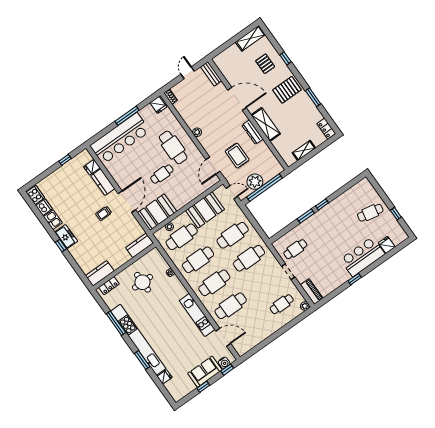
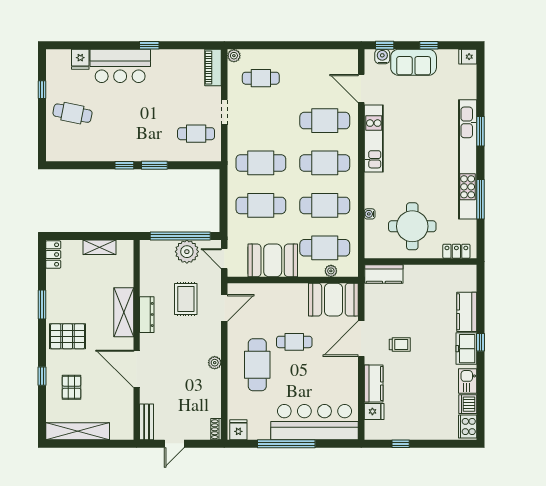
shelving: (250, 38) -> (78, 431), width x1.47
window: (127, 116) -> (286, 444), width x1.46
kitchen counter: (100, 273) -> (467, 312), moved, turned 90
round table: (142, 282) -> (412, 226), width x1.36, depth x1.36
fridge: (165, 377) -> (468, 57), moved

